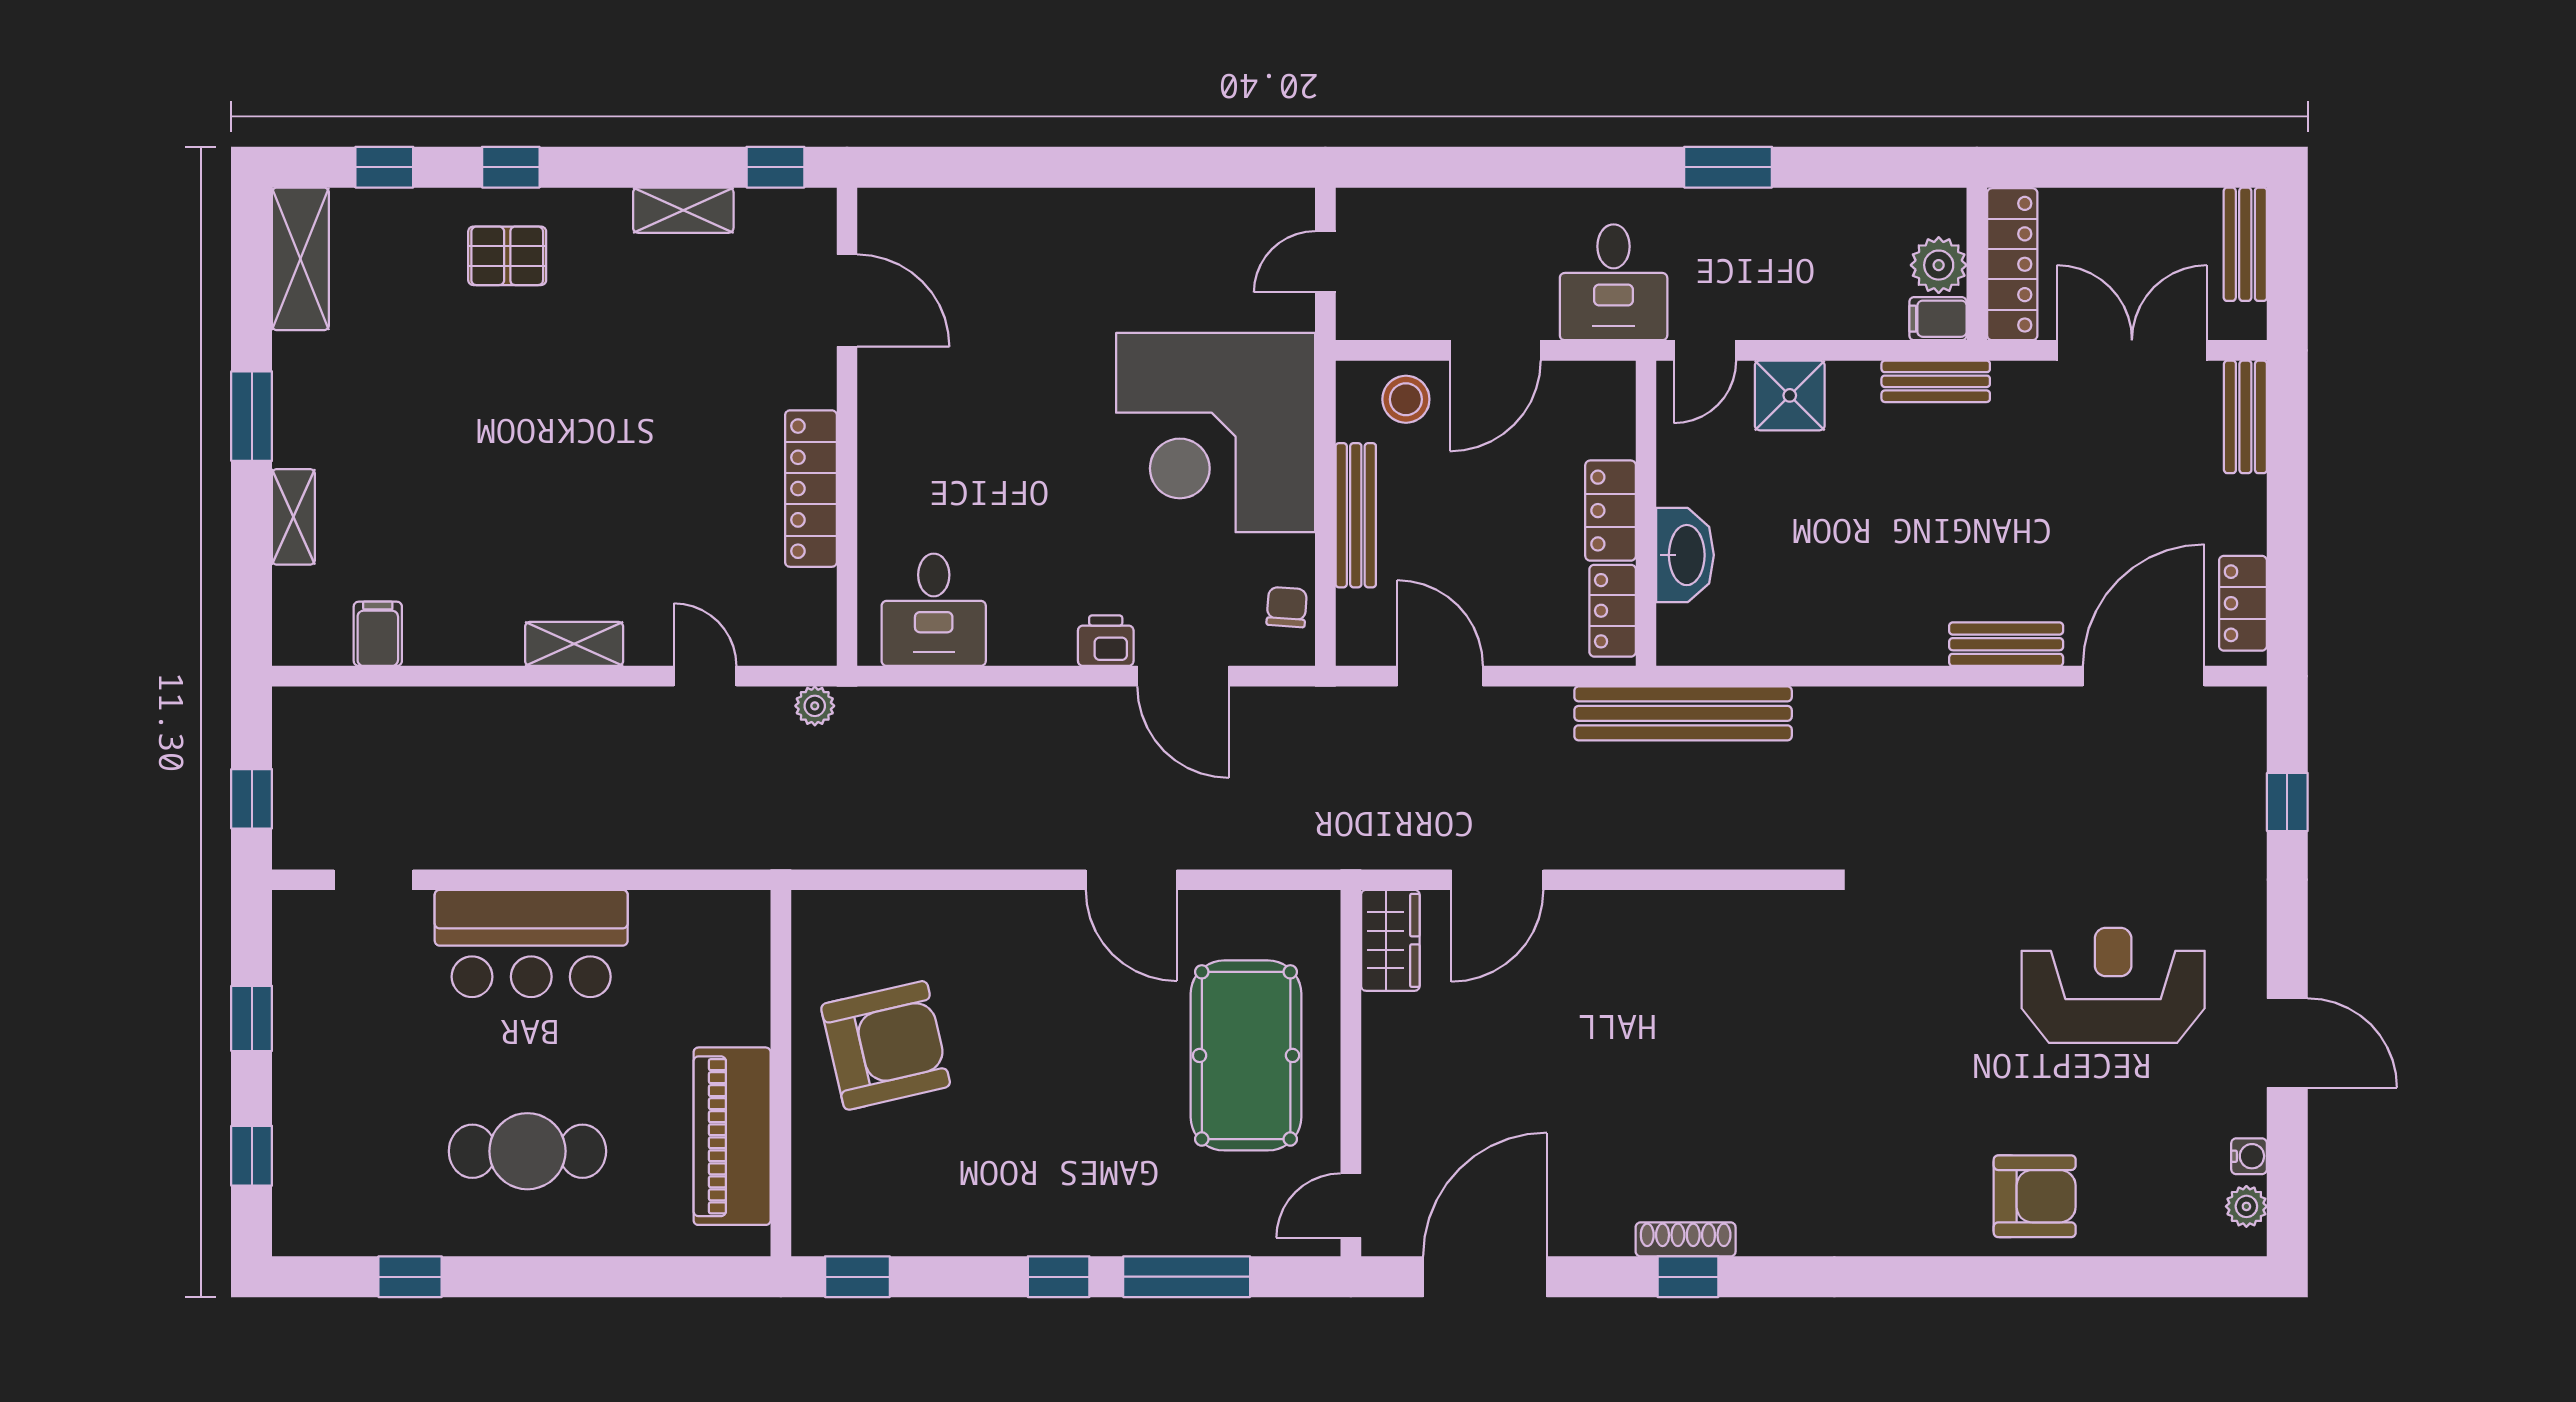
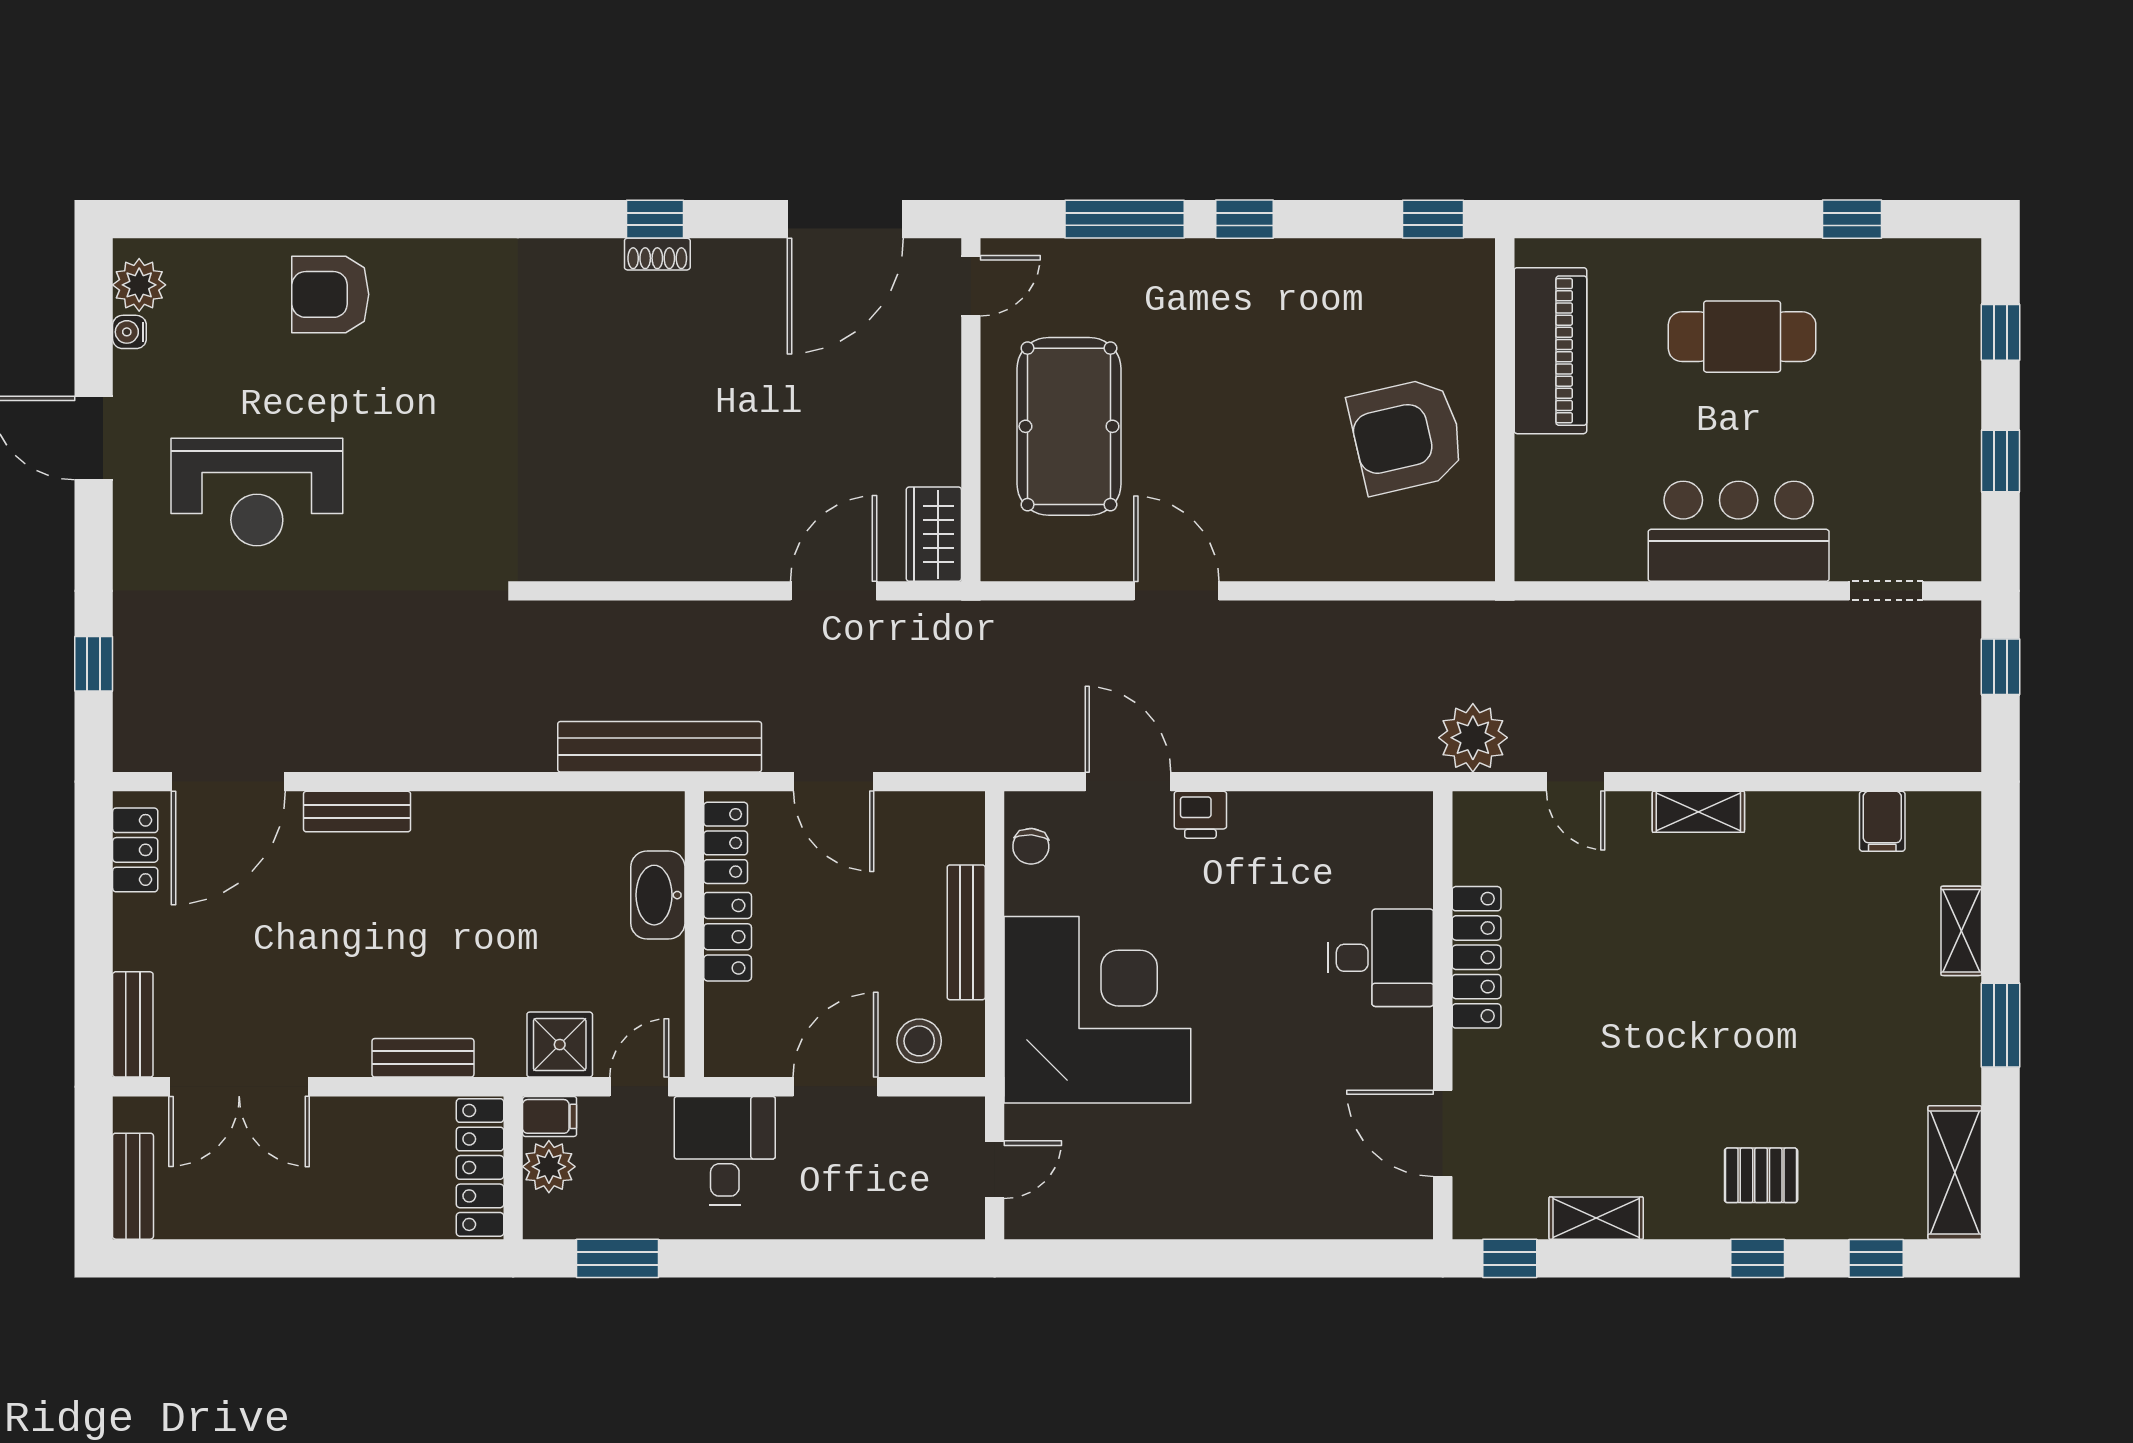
wall: (1977, 264) -> (513, 1168), moved
locker: (2012, 264) -> (480, 1167), moved
plant: (1939, 265) -> (549, 1167), moved
filing cabinet: (1938, 319) -> (550, 1116), moved
desk: (934, 610) -> (1381, 958), moved, turned 90
door: (1440, 676) -> (834, 782), moved
plant: (815, 706) -> (1473, 738), width x1.87, depth x1.87
plant: (2246, 1206) -> (139, 285), width x1.38, depth x1.38
shoe rack: (1686, 1239) -> (657, 254), width x0.70

